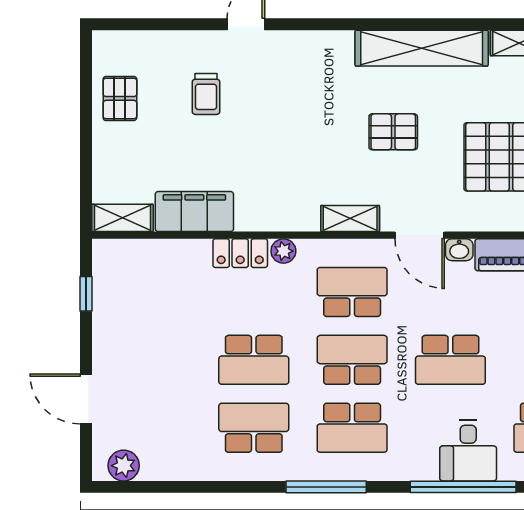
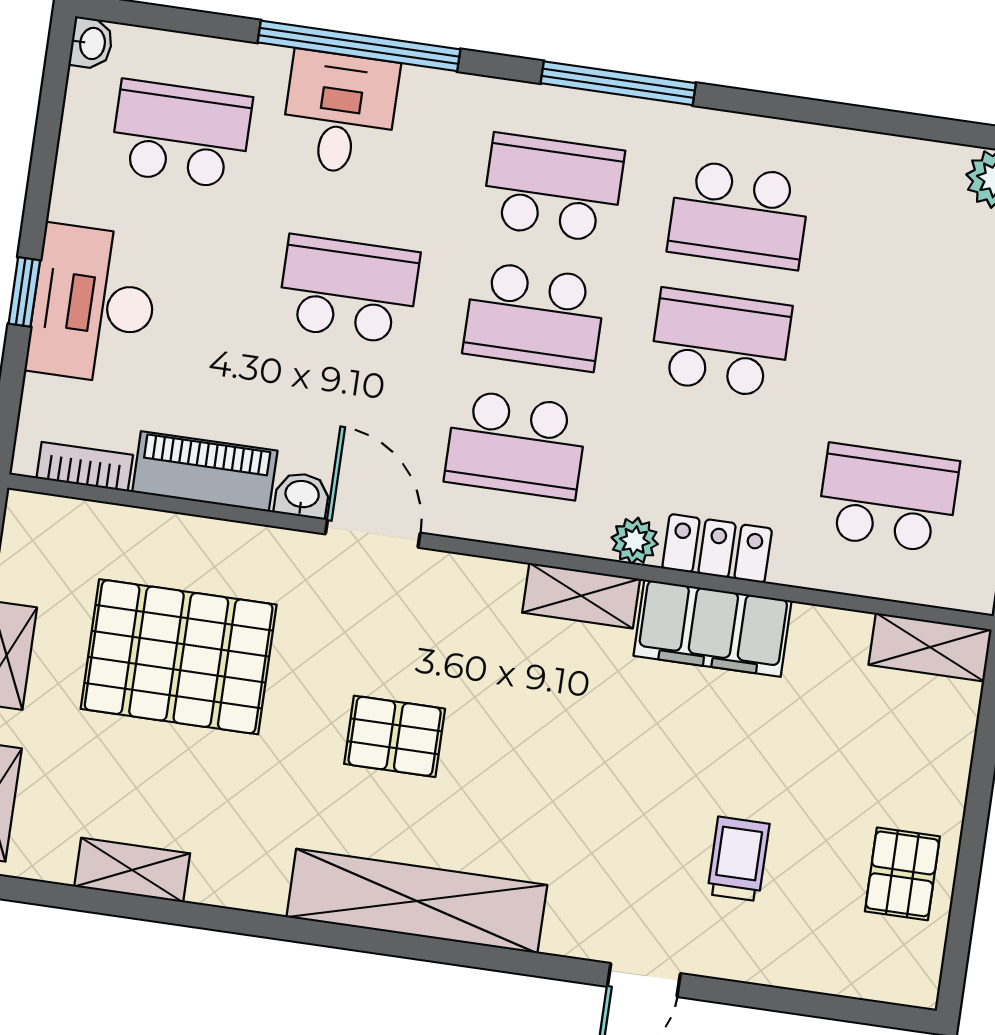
shelving: (422, 48) -> (417, 901), moved
filing cabinet: (194, 212) -> (713, 628), moved
shelving: (350, 219) -> (581, 596), moved
school desk: (155, 292) -> (888, 498), added

